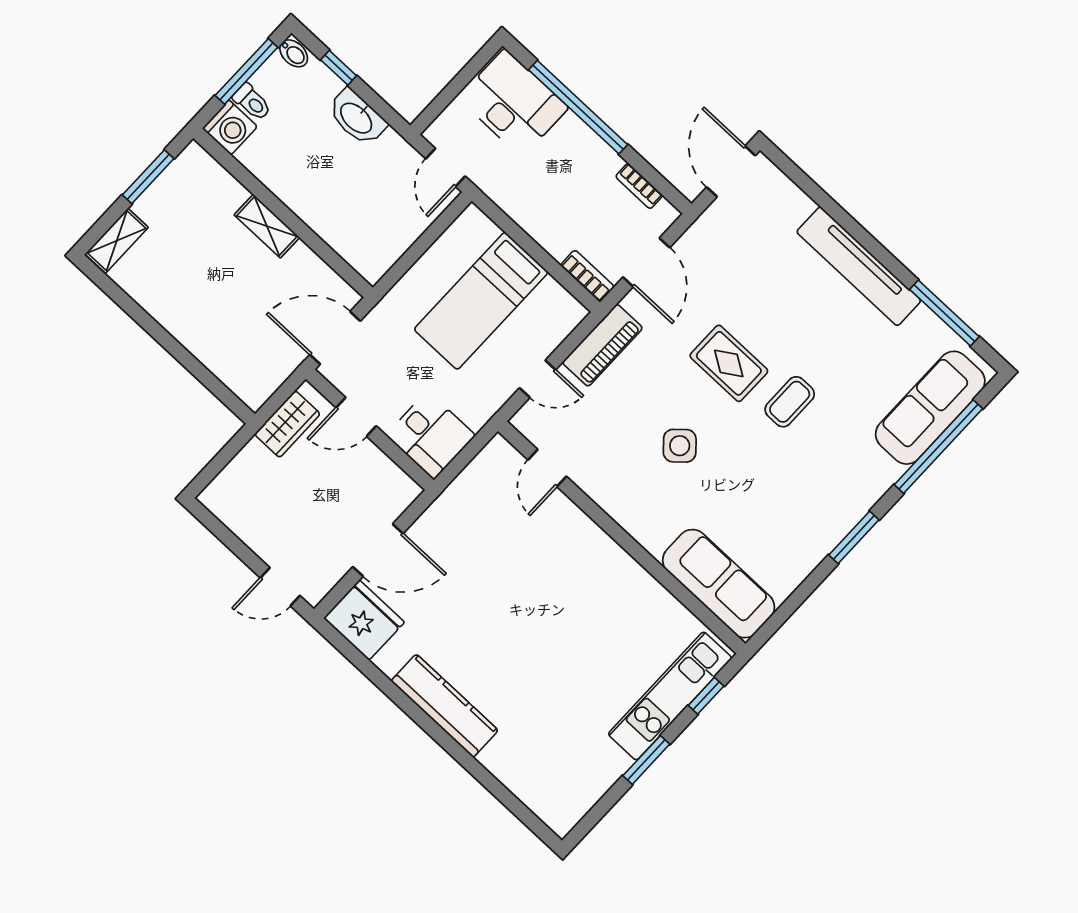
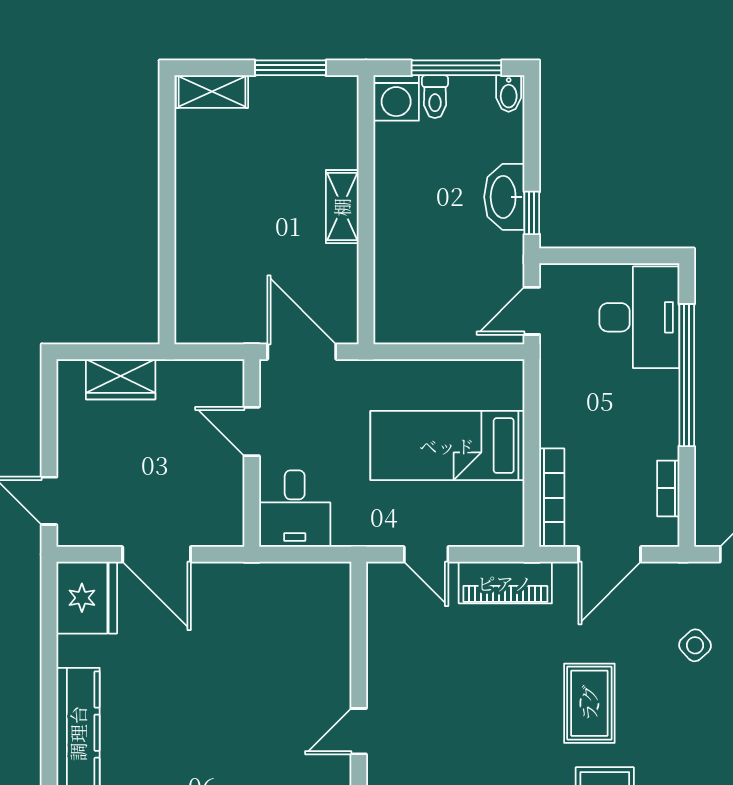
window: (339, 68) -> (532, 213), moved
bookcase: (587, 276) -> (552, 498), width x1.56
wardrobe: (287, 424) -> (121, 379), moved
side table: (680, 446) -> (695, 645), moved, width x0.73, depth x0.73
door: (547, 468) -> (359, 731), moved

